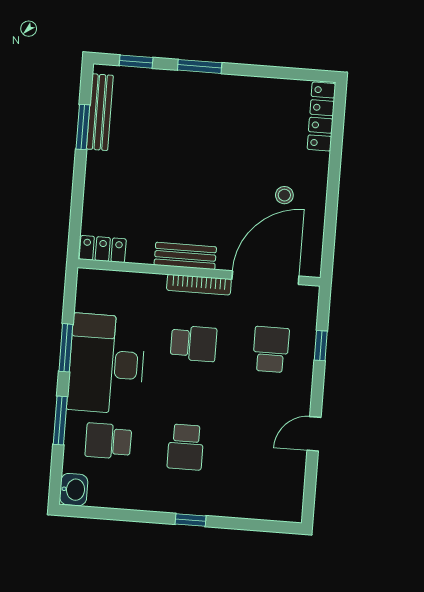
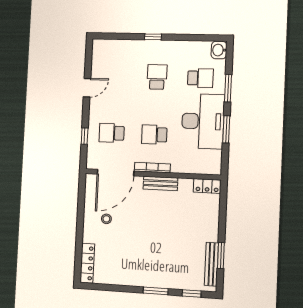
school desk: (271, 349) -> (112, 133), turned 90

